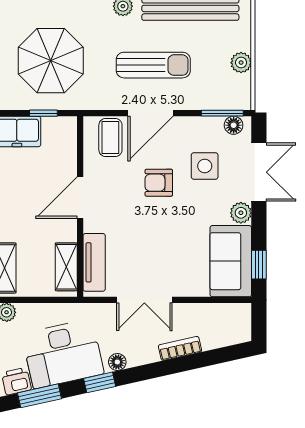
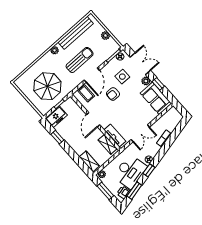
window: (259, 265) -> (158, 84), moved

